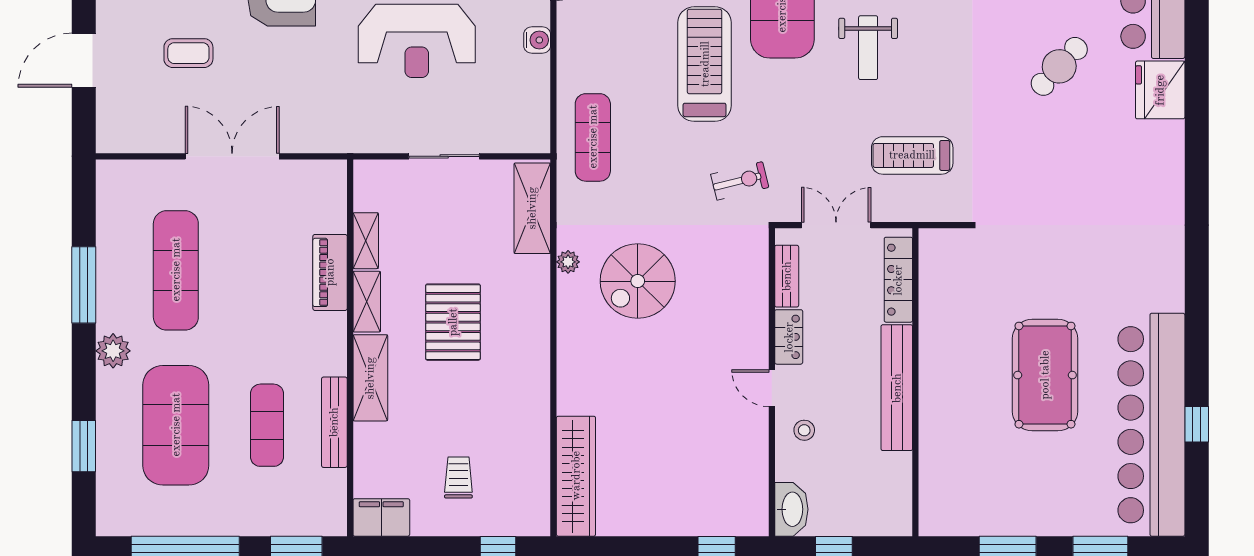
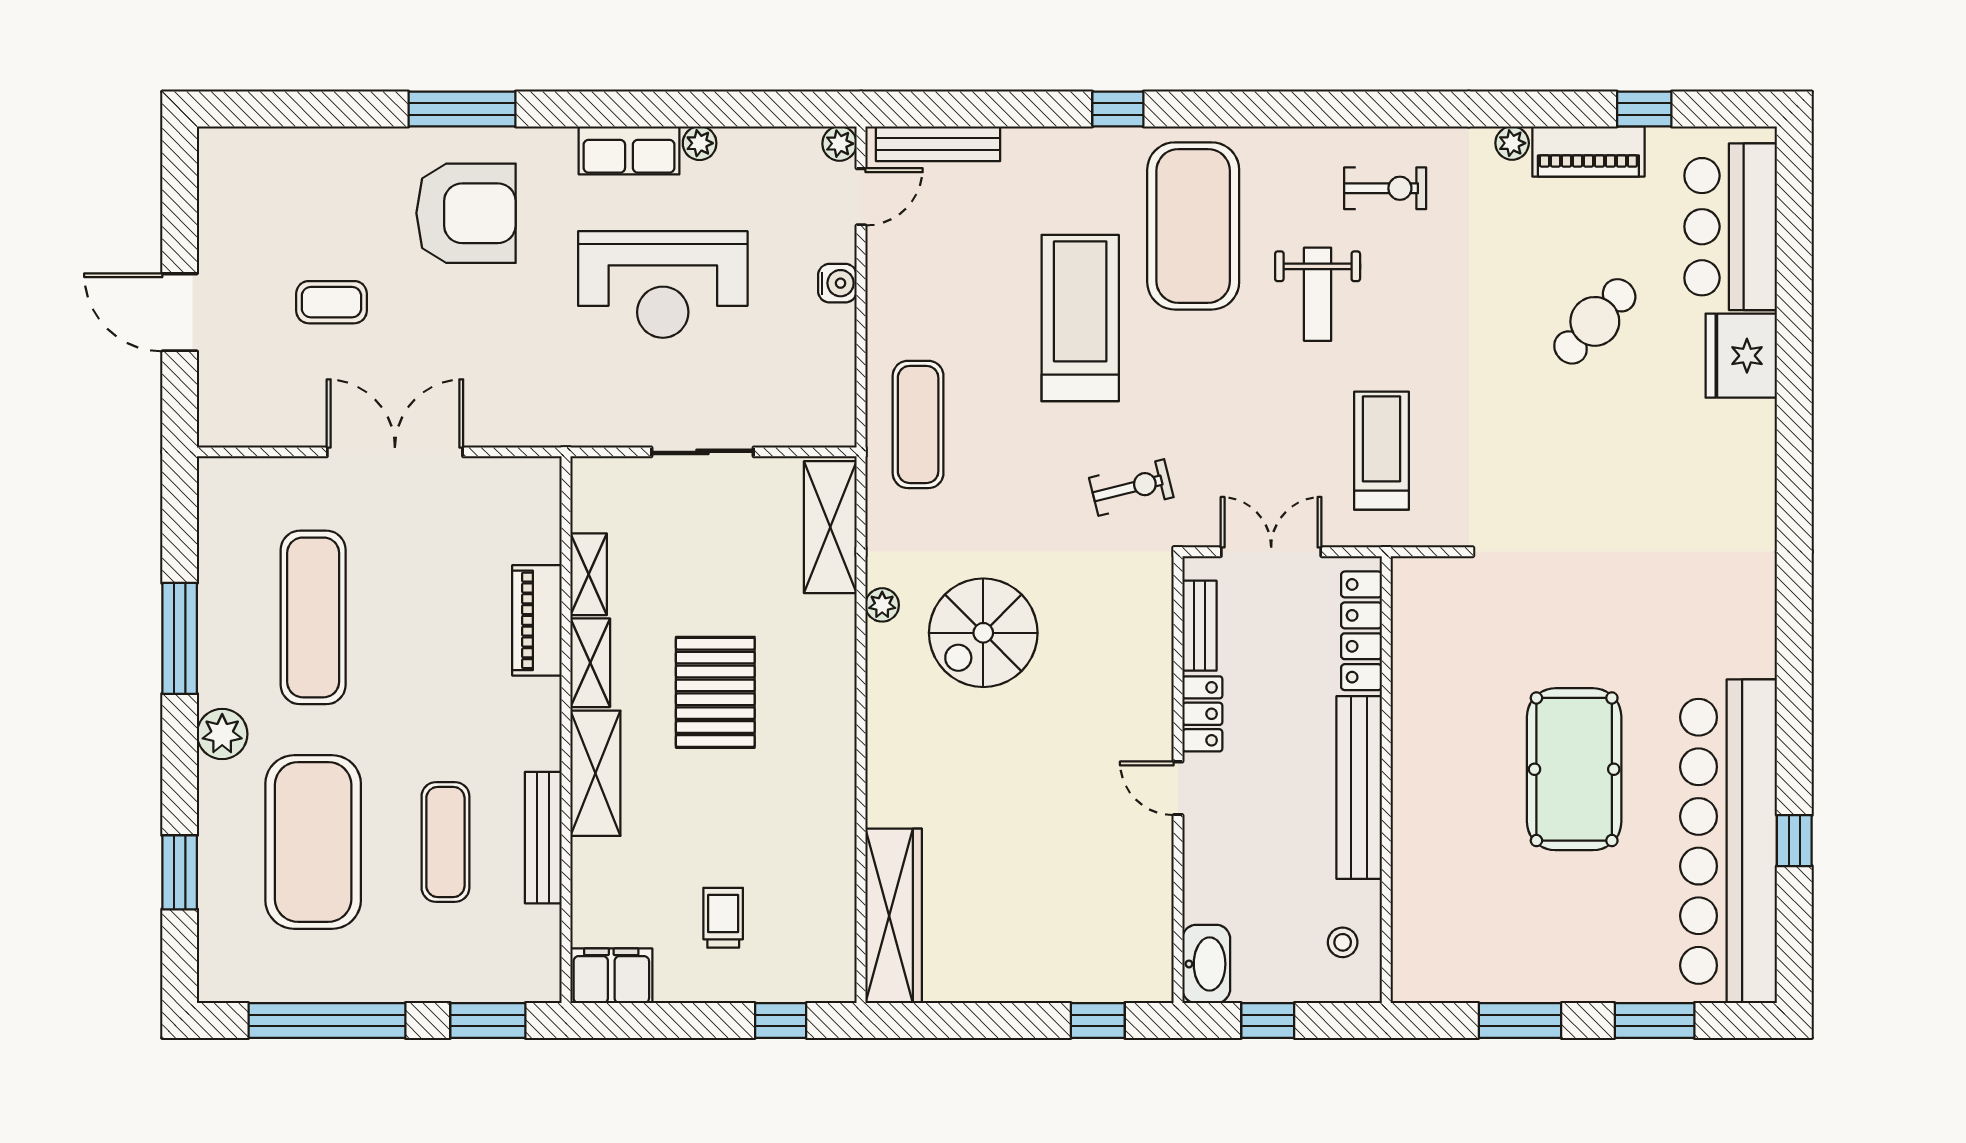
door: (84, 60) -> (180, 312), hinge flipped
treadmill: (912, 155) -> (1382, 451), turned 90
stool: (804, 430) -> (1343, 942), moved

